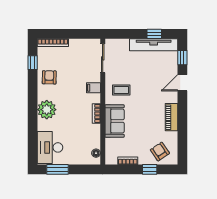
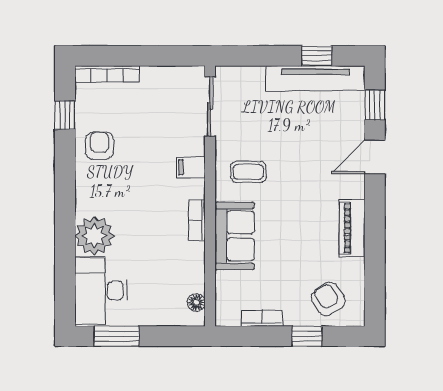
plant: (47, 110) -> (94, 236), moved

